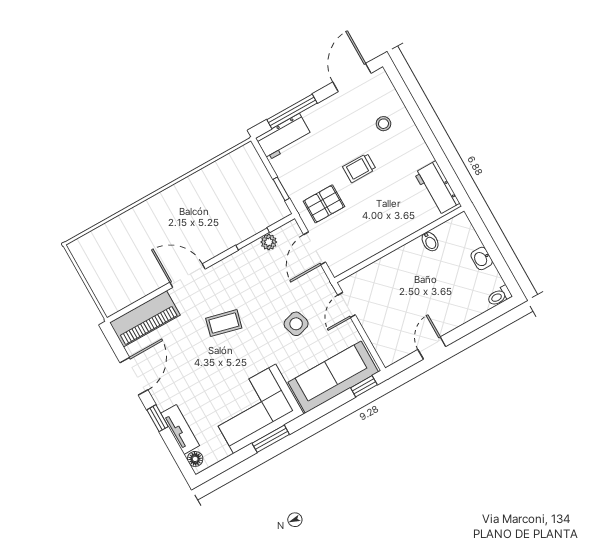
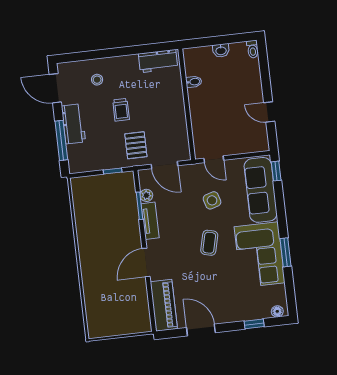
workbench: (284, 137) -> (73, 124), moved
coffee table: (224, 323) -> (209, 243), moved
window: (157, 418) -> (254, 324), moved
tv unit: (180, 429) -> (150, 221), moved, turned 90

